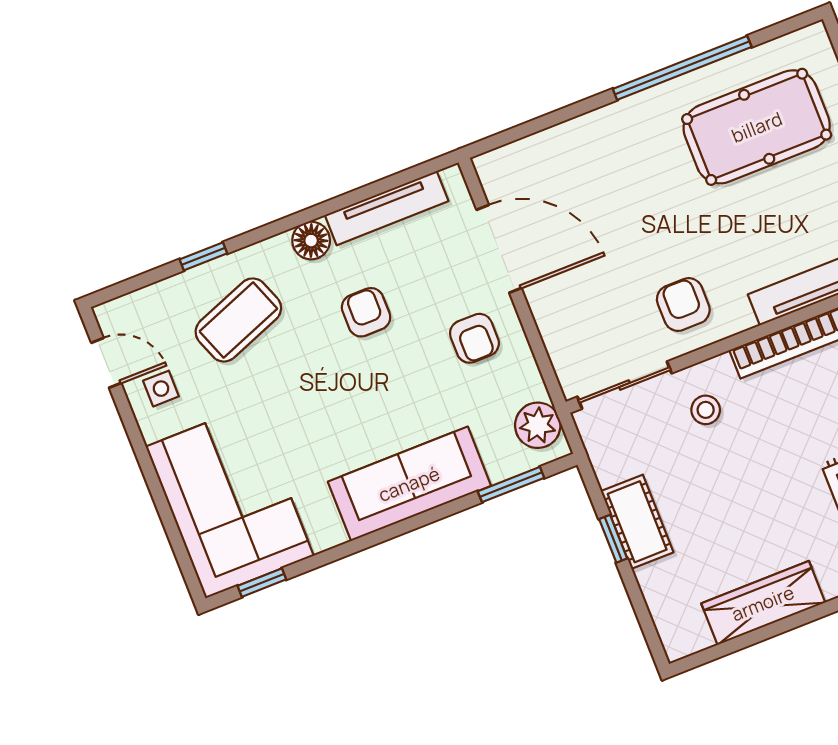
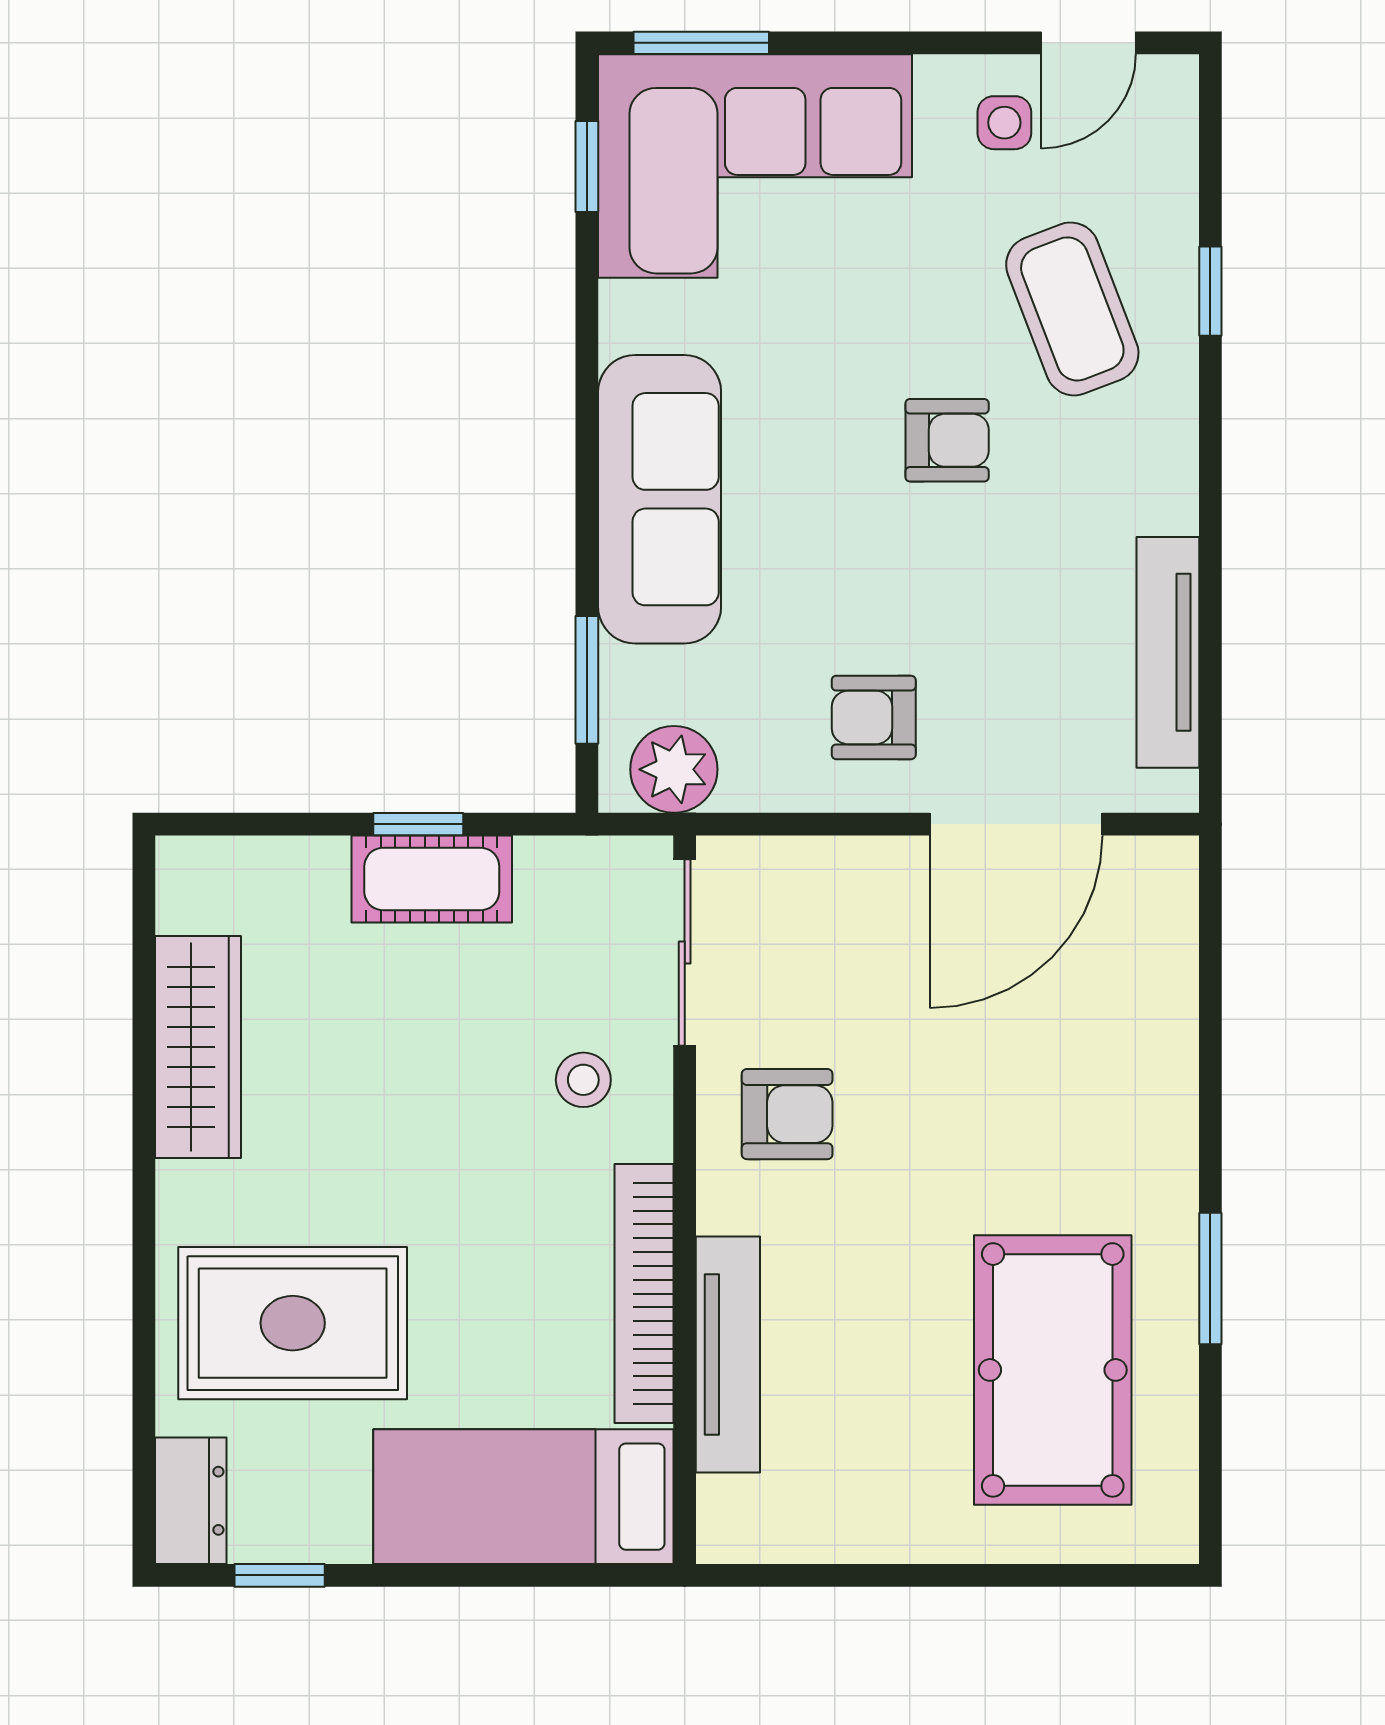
window: (682, 68) -> (1210, 1278), width x0.47
floor lamp: (311, 241) -> (1163, 495), removed
armchair: (366, 312) -> (947, 440), moved
window: (180, 551) -> (701, 43), added

